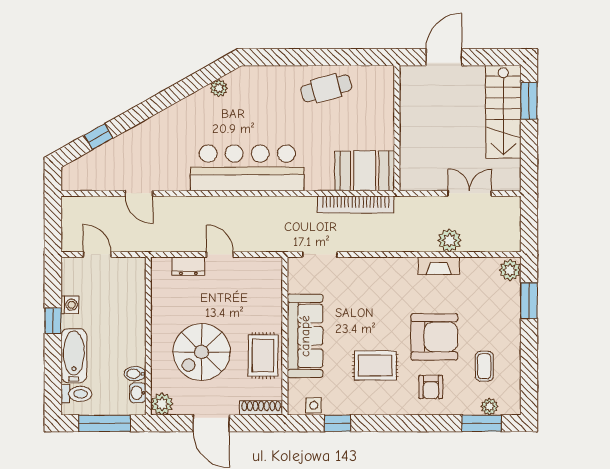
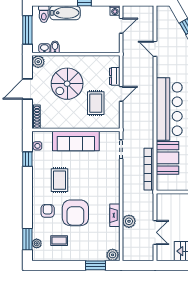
booth: (365, 171) -> (168, 158), moved
door: (139, 193) -> (155, 49), hinge flipped
washing machine: (70, 305) -> (115, 11), moved
spiral stairs: (202, 352) -> (67, 84), turned -90
rug: (263, 355) -> (96, 103), moved, turned 90
armchair: (431, 387) -> (48, 211), turned 90

